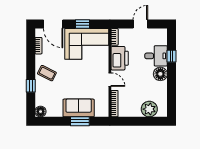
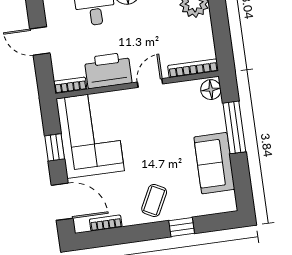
door: (53, 24) -> (62, 202), hinge flipped
sofa: (79, 108) -> (214, 163), moved
floor lamp: (41, 112) -> (211, 90), moved
window: (80, 121) -> (234, 127), width x1.44

